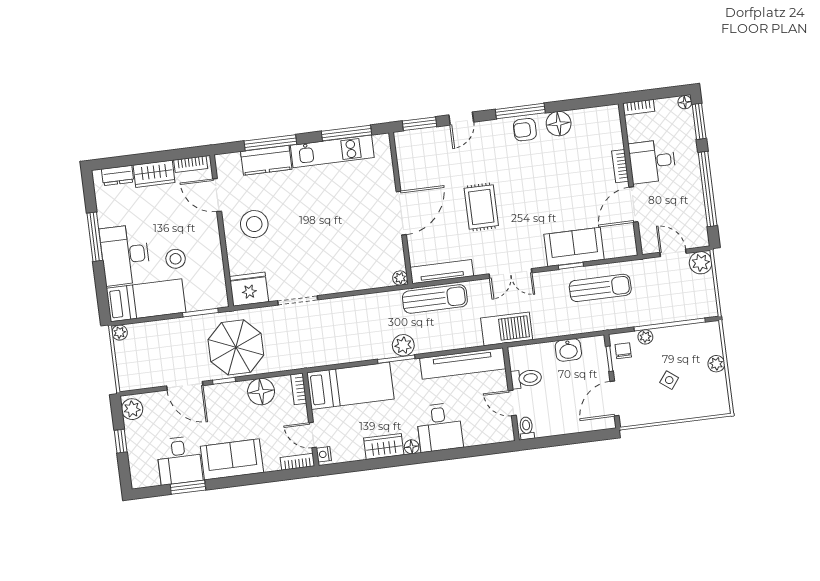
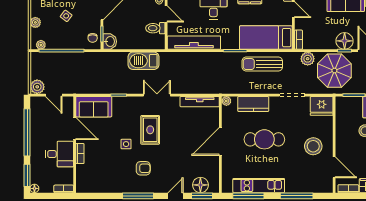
floor lamp: (559, 124) -> (200, 185), moved
armchair: (525, 130) -> (143, 168), moved
kitchen counter: (266, 160) -> (253, 104), moved, turned 180
side table: (549, 190) -> (126, 144), added
door: (633, 205) -> (75, 128), hinge flipped
rug: (481, 207) -> (150, 130), moved
cafe table: (333, 225) -> (264, 139), added
sofa: (574, 247) -> (94, 107), moved
sun lounger: (600, 288) -> (102, 79), removed
sun lounger: (435, 299) -> (262, 64), moved
barbecue: (507, 329) -> (143, 61), moved
plant: (645, 337) -> (41, 45), moved
plant: (403, 345) -> (308, 59), moved
washbasin: (568, 350) -> (110, 42), moved, turned 90
floor lamp: (261, 392) -> (345, 41), moved

